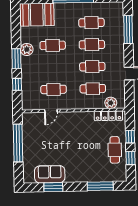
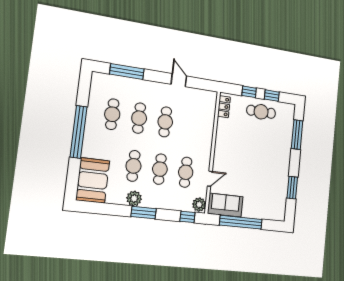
window: (17, 84) -> (187, 217), moved
cafe table: (93, 89) -> (160, 169), moved
plant: (111, 103) -> (199, 205), moved
door: (51, 111) -> (210, 179), hinge flipped
locker: (108, 116) -> (224, 107), width x0.66
sofa: (50, 174) -> (225, 205), moved, turned 90

